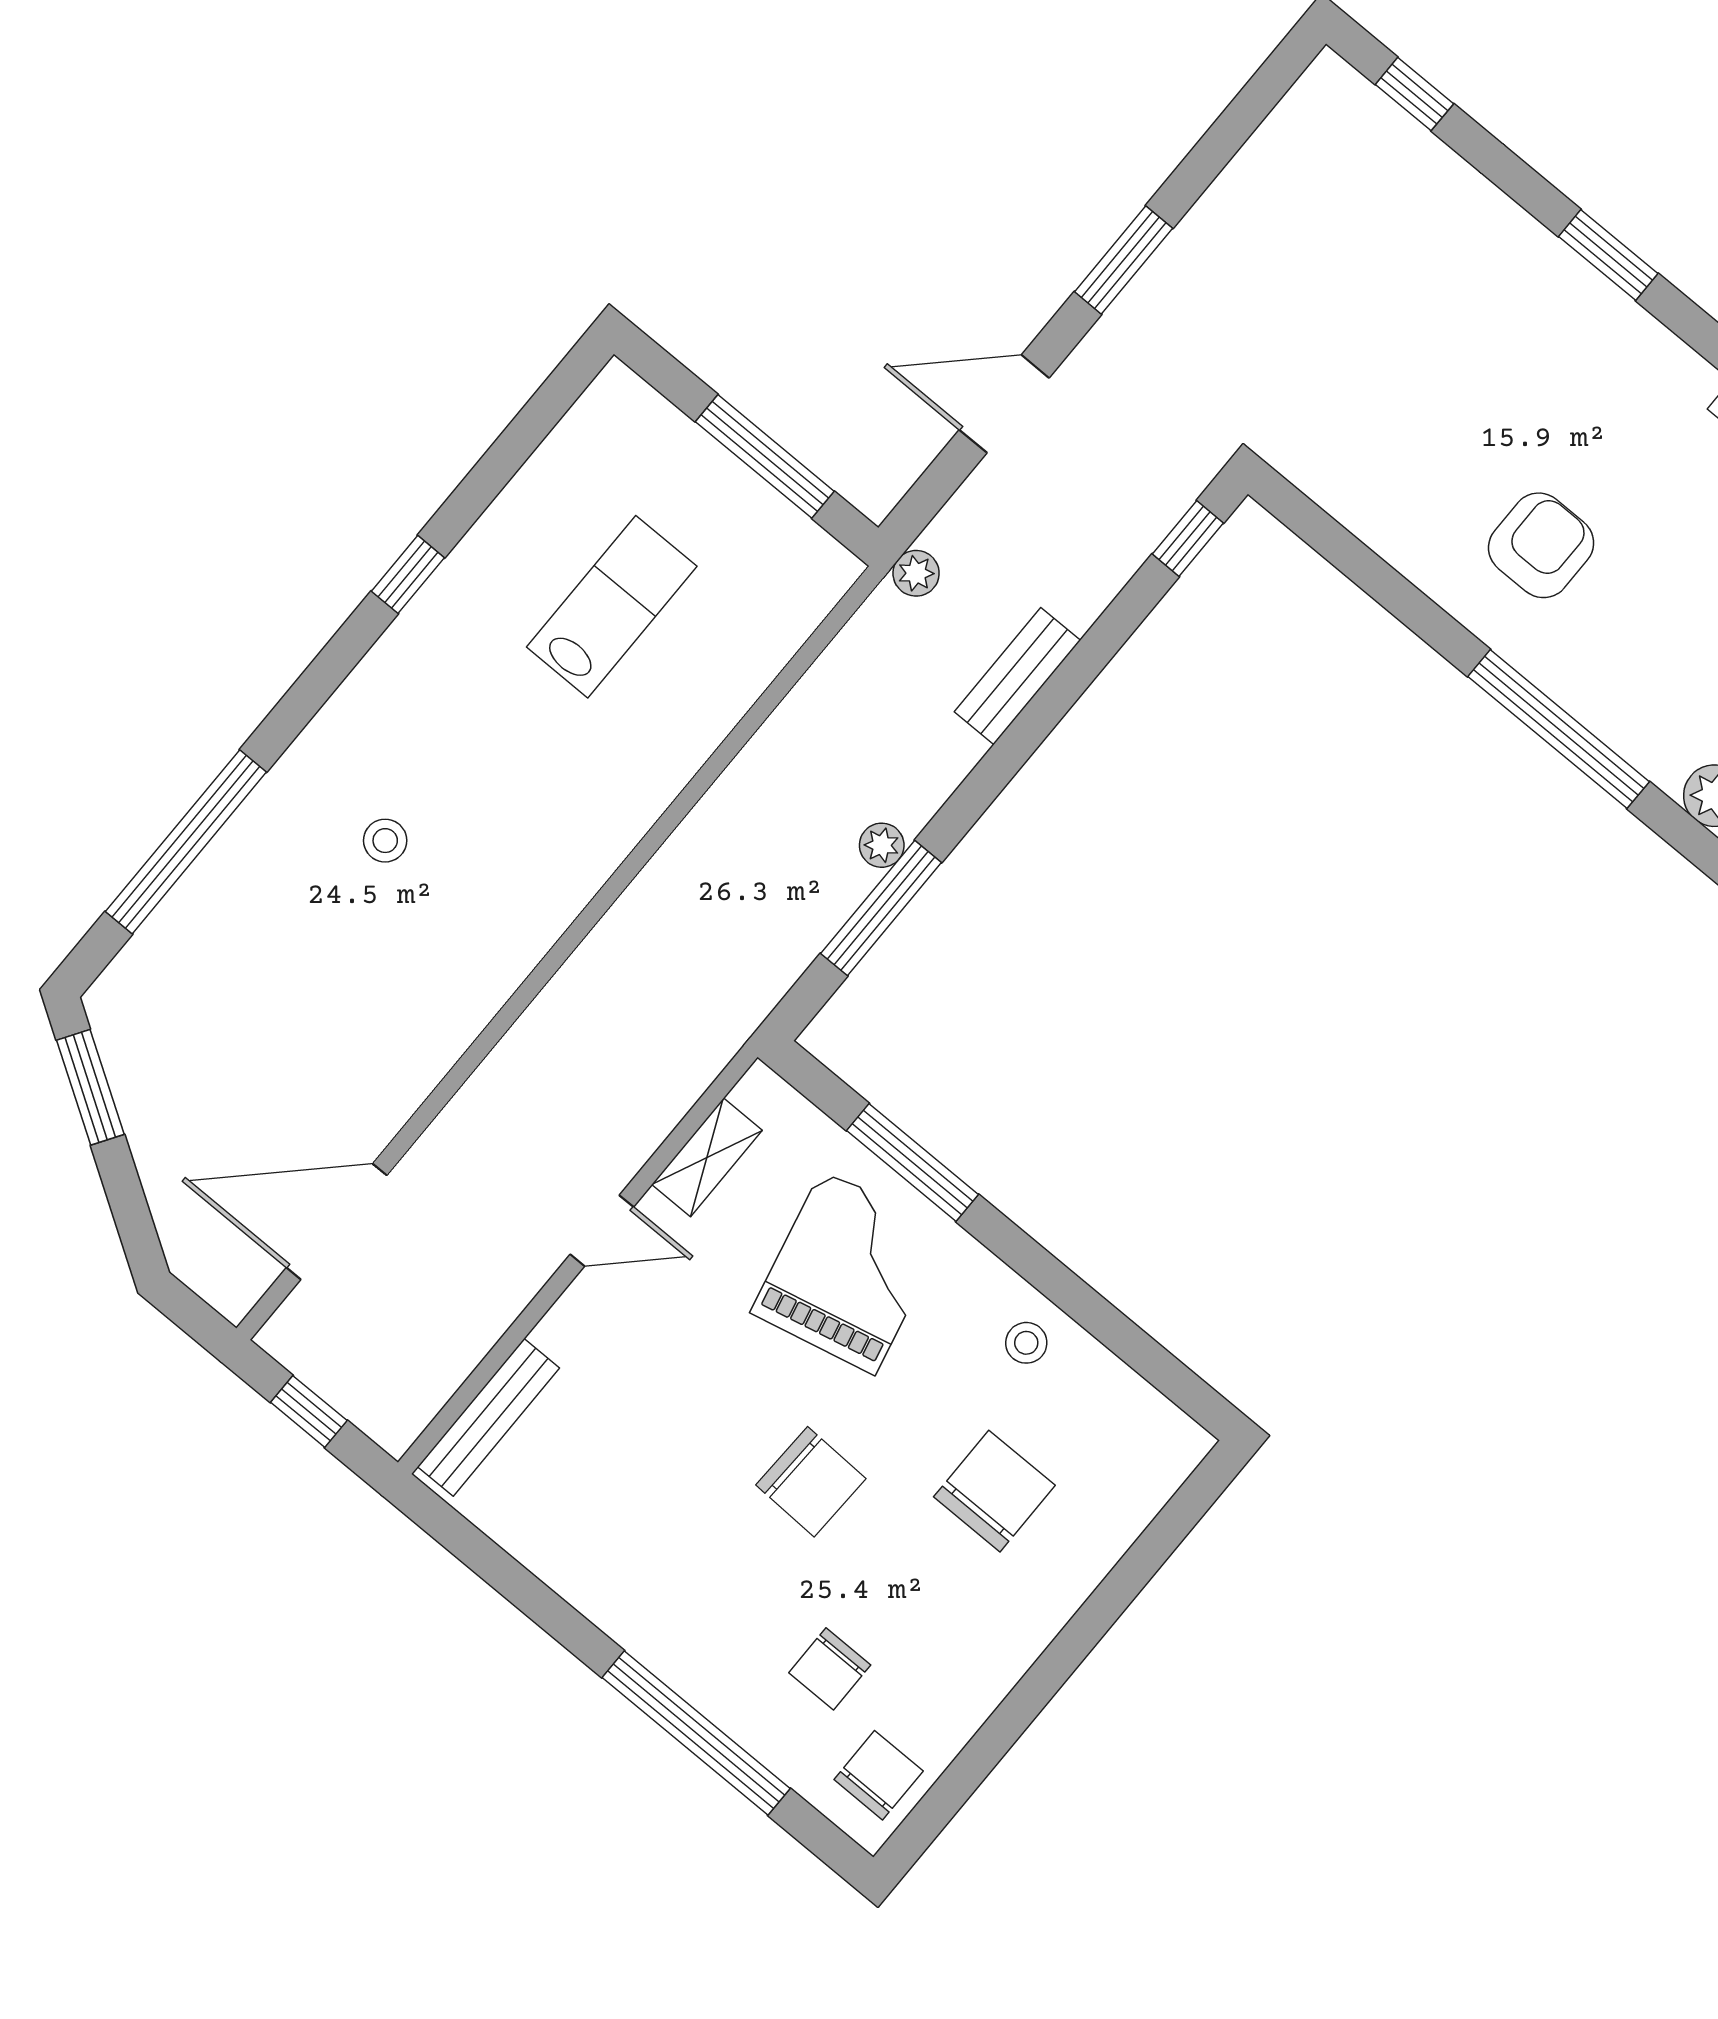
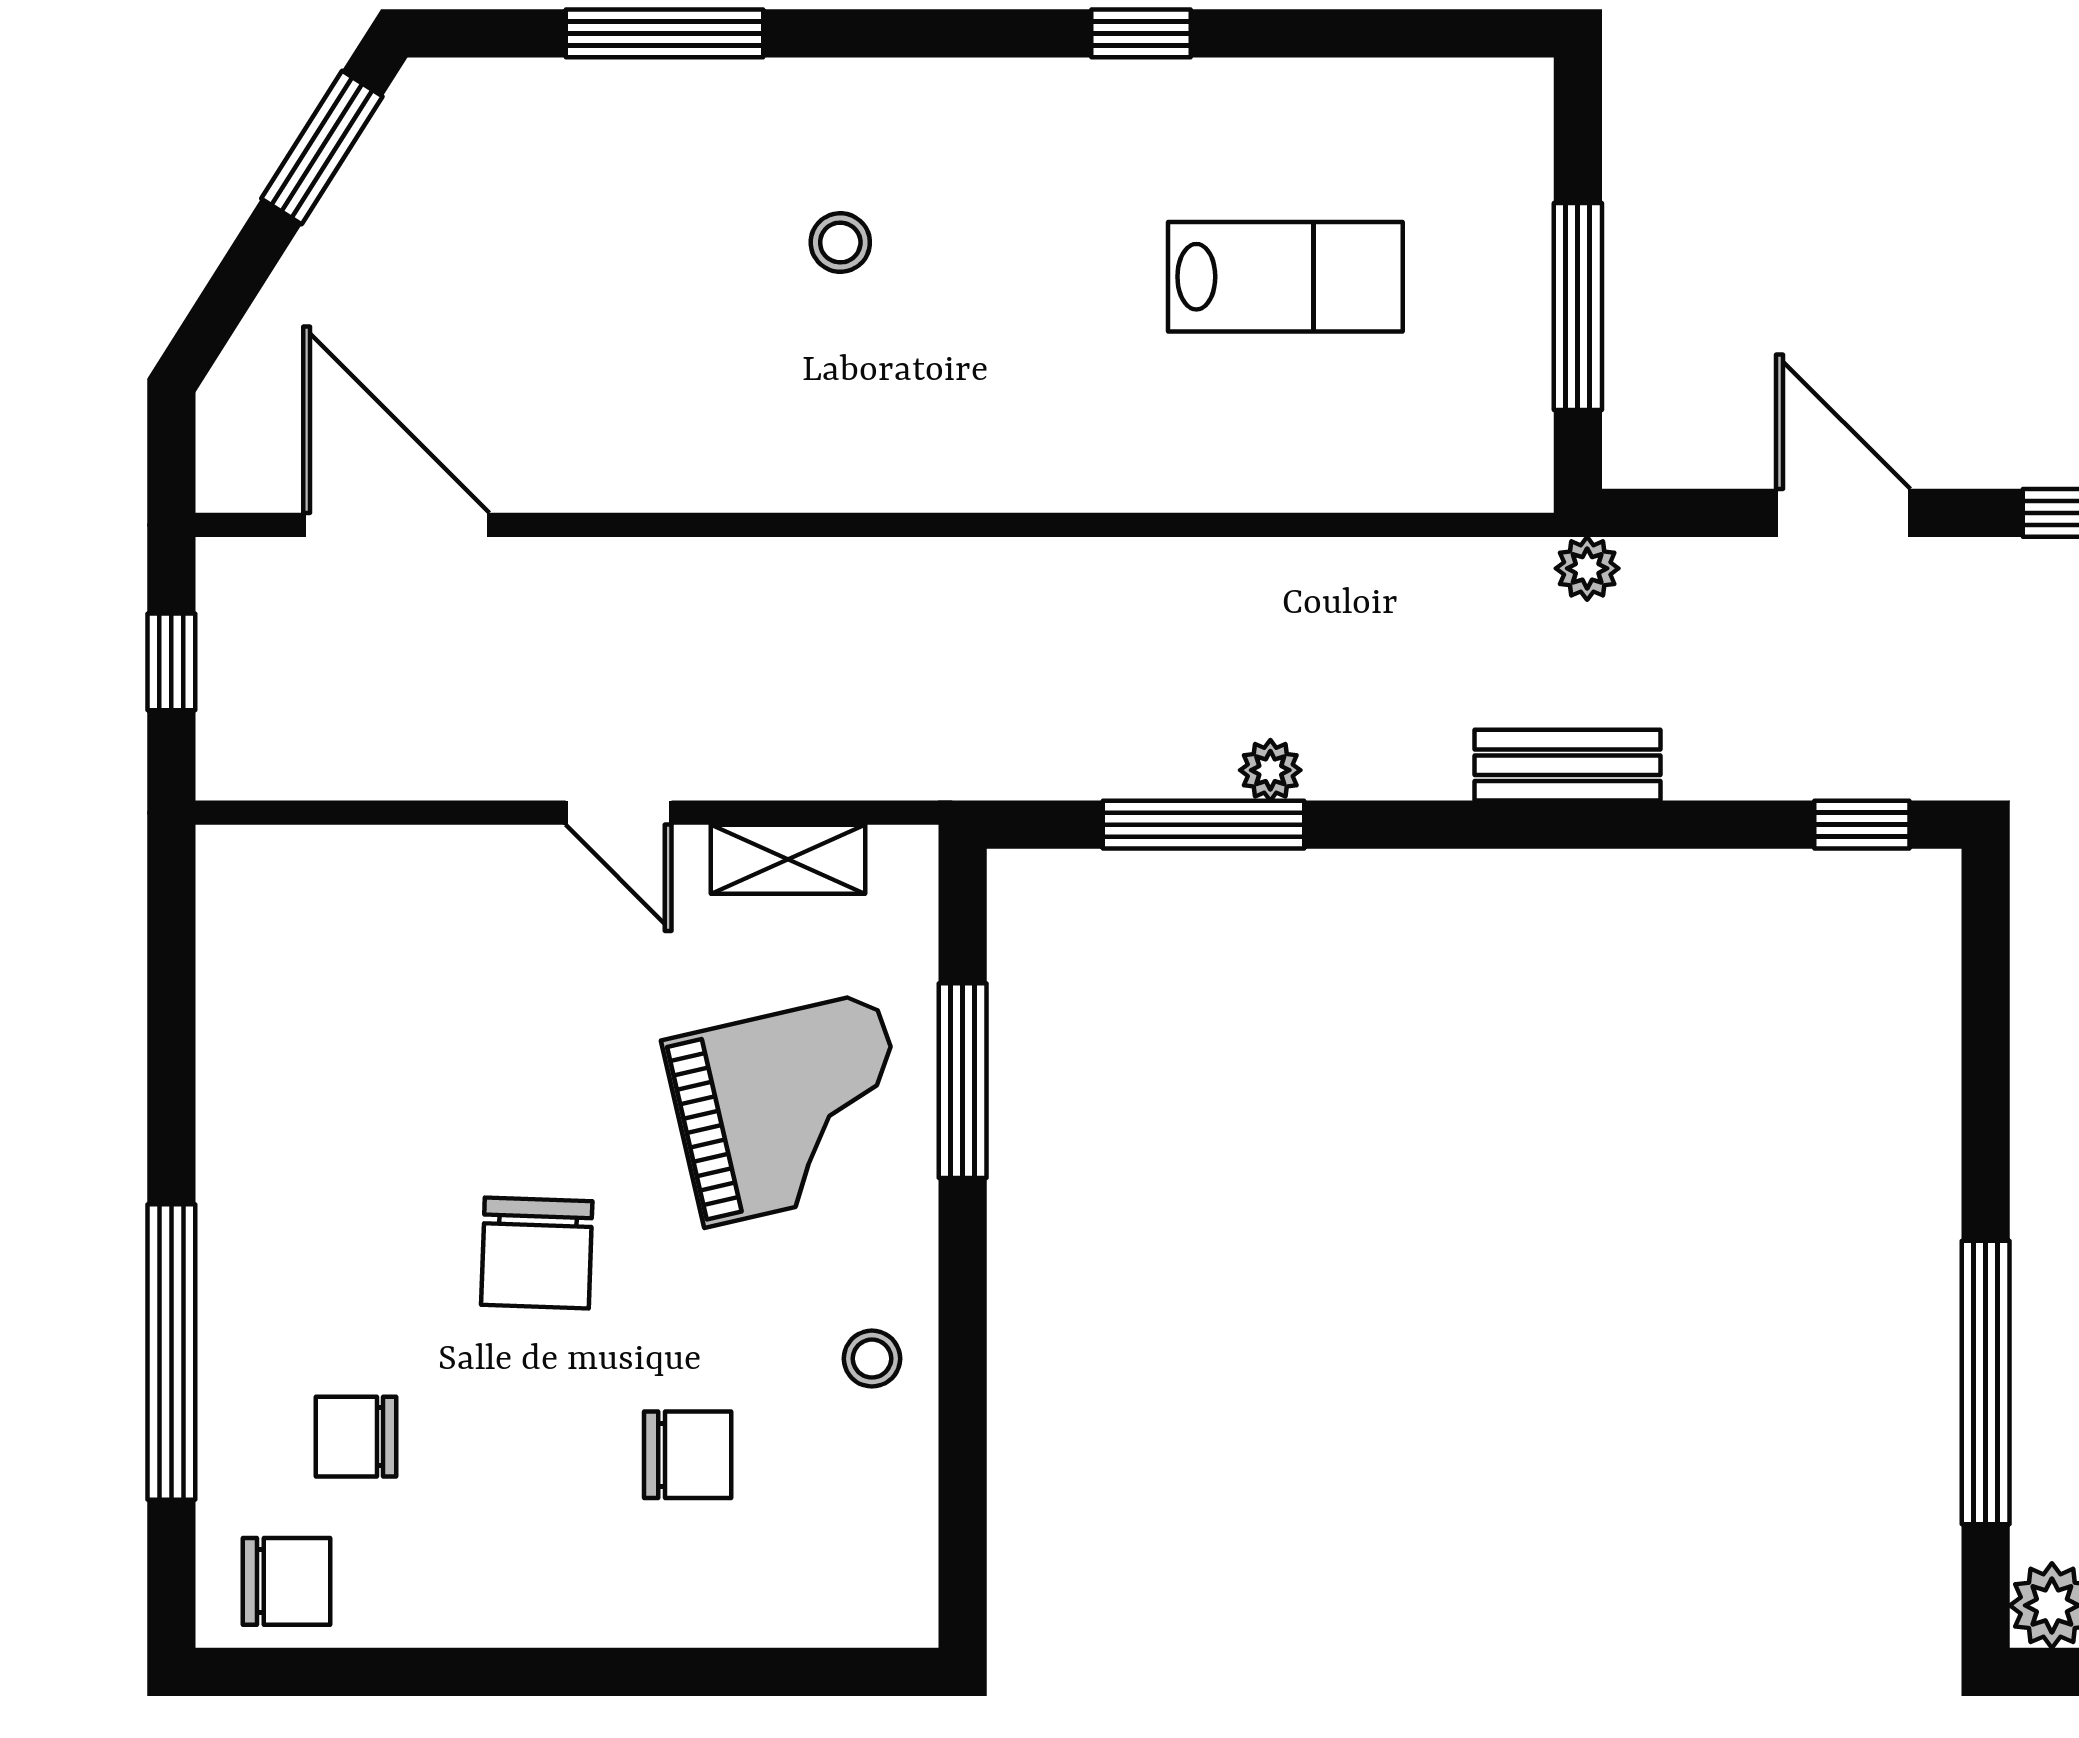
window: (186, 842) -> (664, 33), width x0.68
bench: (489, 1417) -> (322, 857), removed
chair: (994, 1491) -> (688, 1455), width x0.73, depth x0.73

